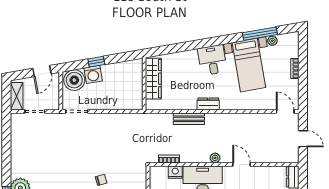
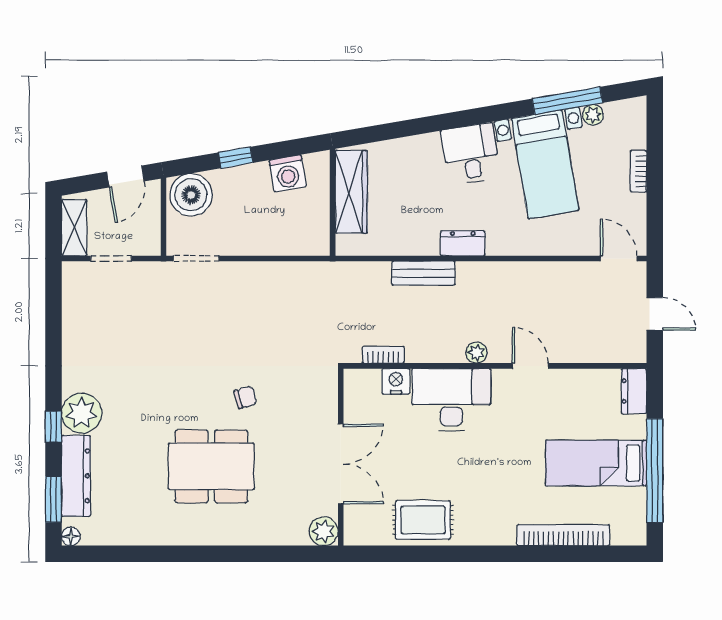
washing machine: (93, 74) -> (288, 173), moved

